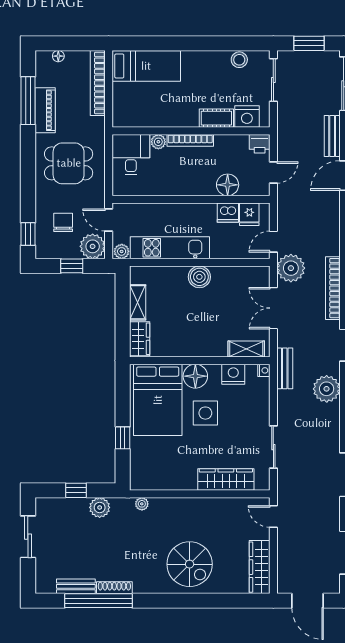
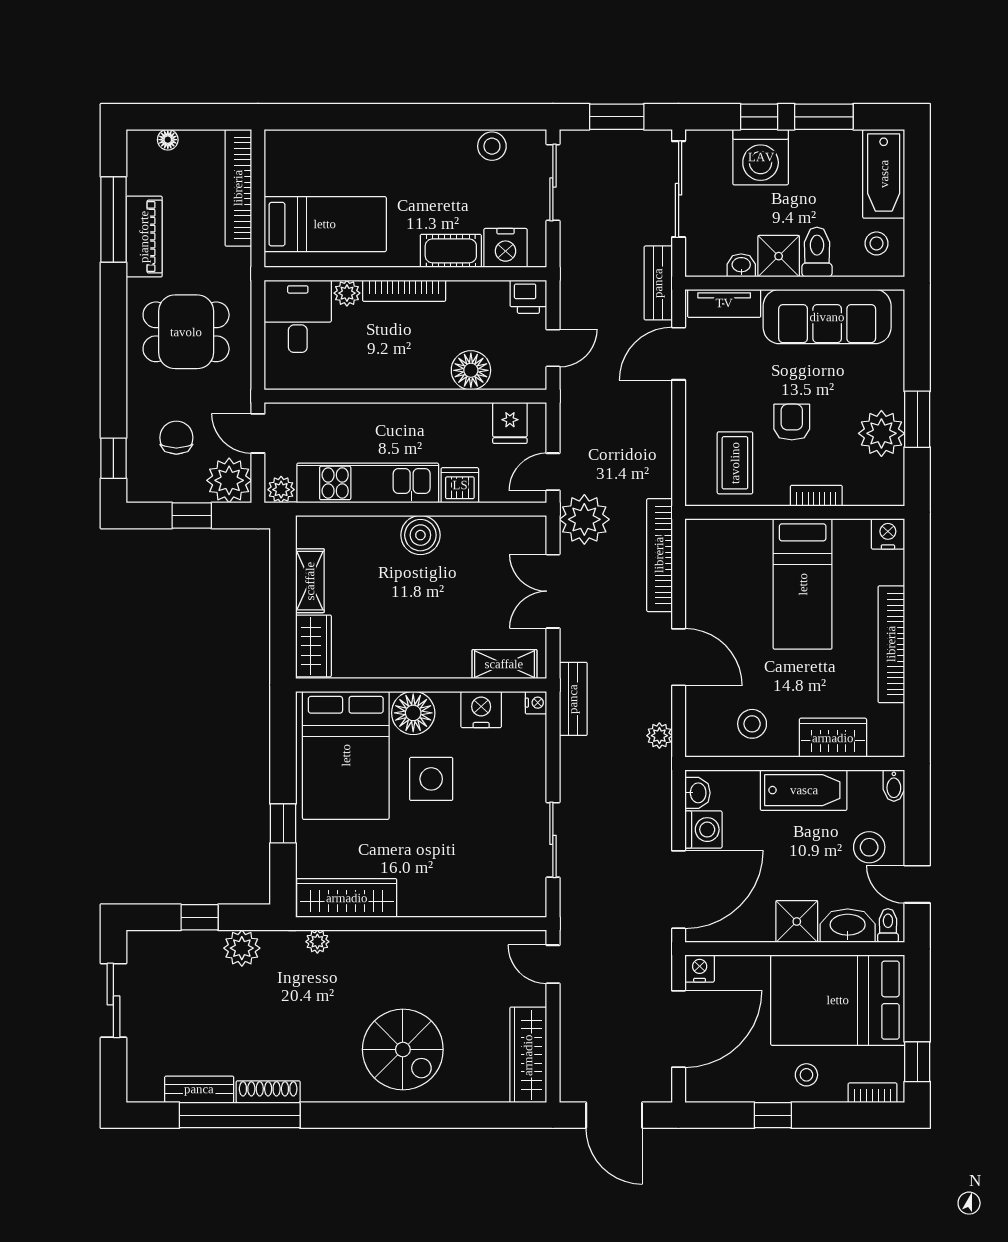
bed: (146, 66) -> (325, 224), moved
dishwasher: (228, 213) -> (460, 485), moved, turned 180
plant: (327, 389) -> (659, 736), width x0.53, depth x0.53
wardrobe: (226, 479) -> (347, 898), moved

